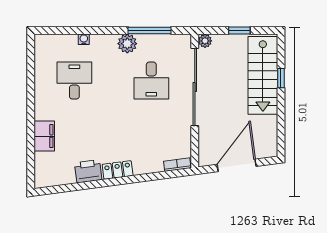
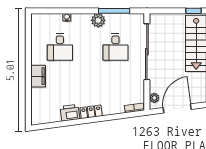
window: (239, 31) -> (193, 11), moved
plant: (205, 41) -> (154, 98), moved
desk: (74, 81) -> (60, 47), turned 180
filing cabinet: (44, 136) -> (38, 76), moved

